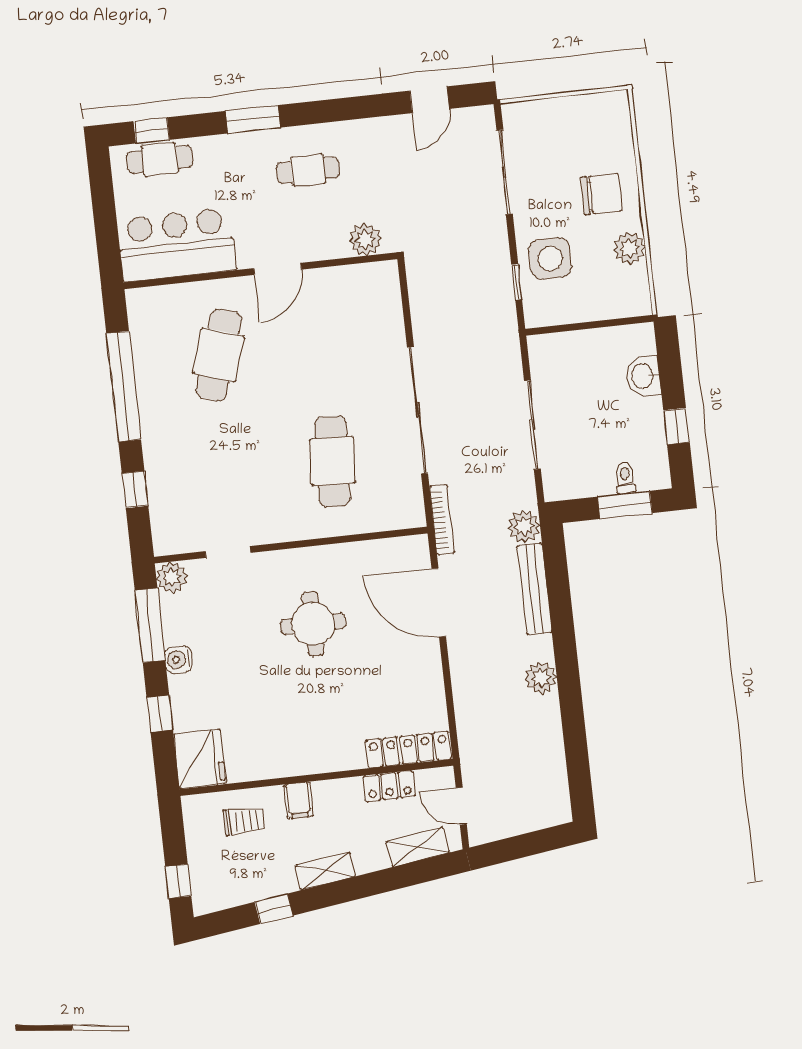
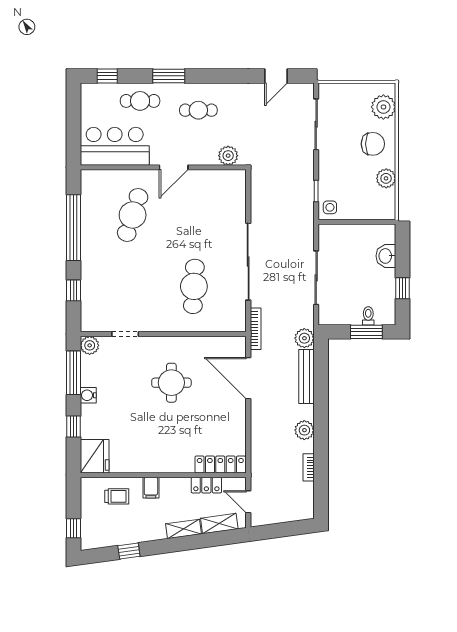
plant: (612, 131) -> (383, 107), added
cafe table: (160, 159) -> (140, 101), moved
side table: (550, 258) -> (330, 207), moved, width x0.54, depth x0.54
bookcase: (554, 738) -> (309, 467), added
shelving: (325, 871) -> (184, 529), moved

